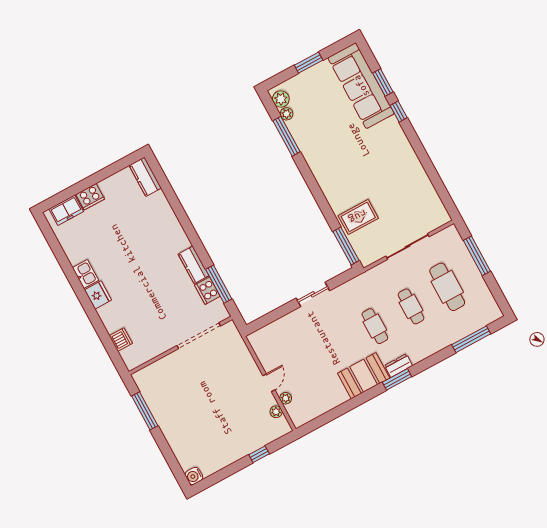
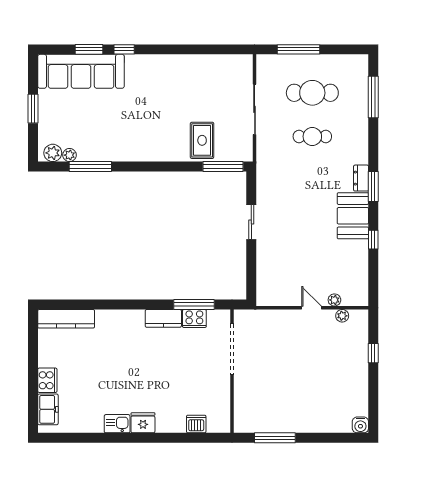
kitchen counter: (145, 177) -> (66, 319), width x1.50
cafe table: (375, 326) -> (312, 180), removed
window: (353, 403) -> (373, 240), added

